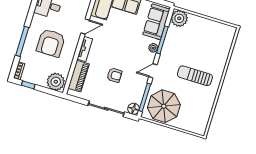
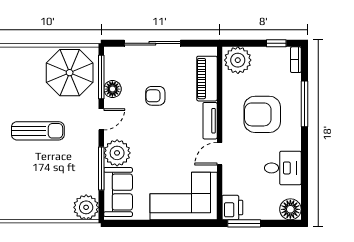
armchair: (51, 43) -> (262, 114), turned -90
plant: (153, 48) -> (117, 153), width x1.87, depth x1.87
floor lamp: (134, 109) -> (112, 89), moved

